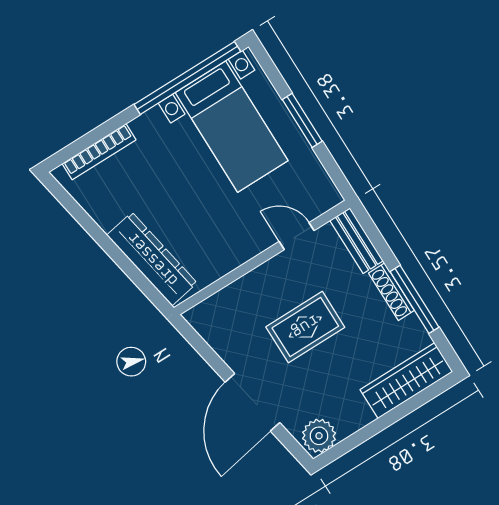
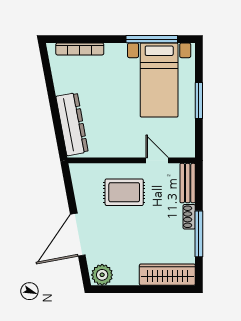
window: (187, 78) -> (152, 39), width x0.68
shoe rack: (391, 292) -> (189, 217), width x0.70
rug: (305, 327) -> (124, 192), moved

